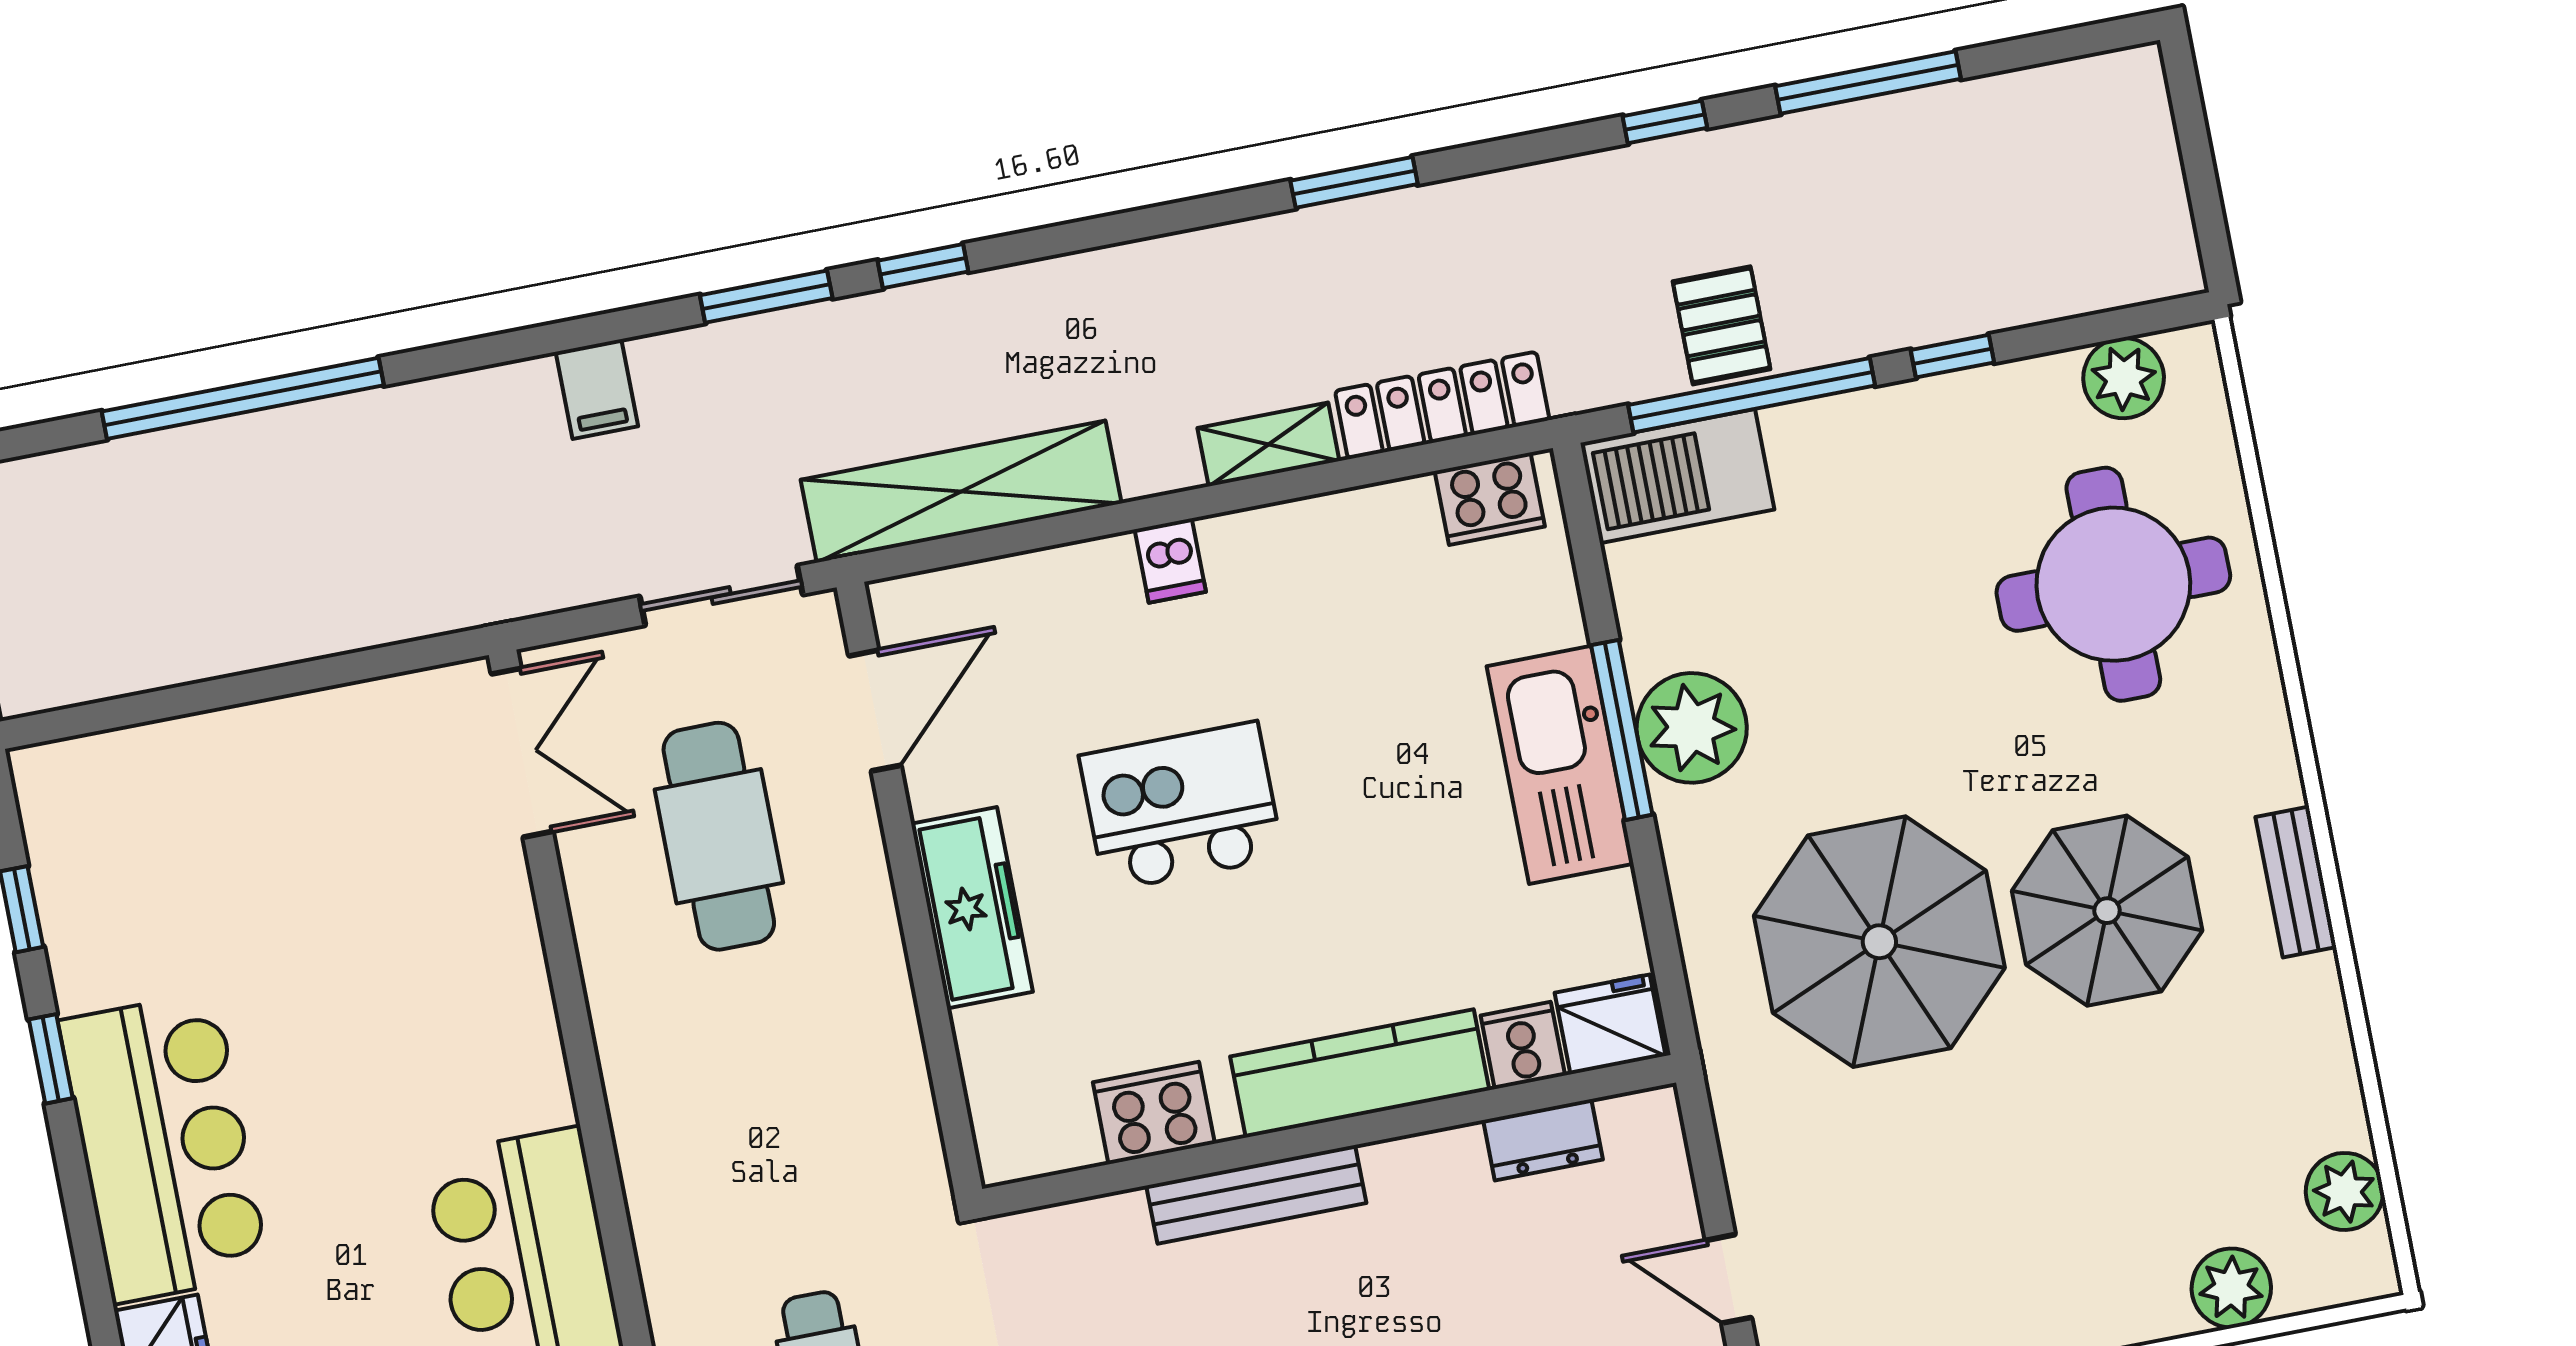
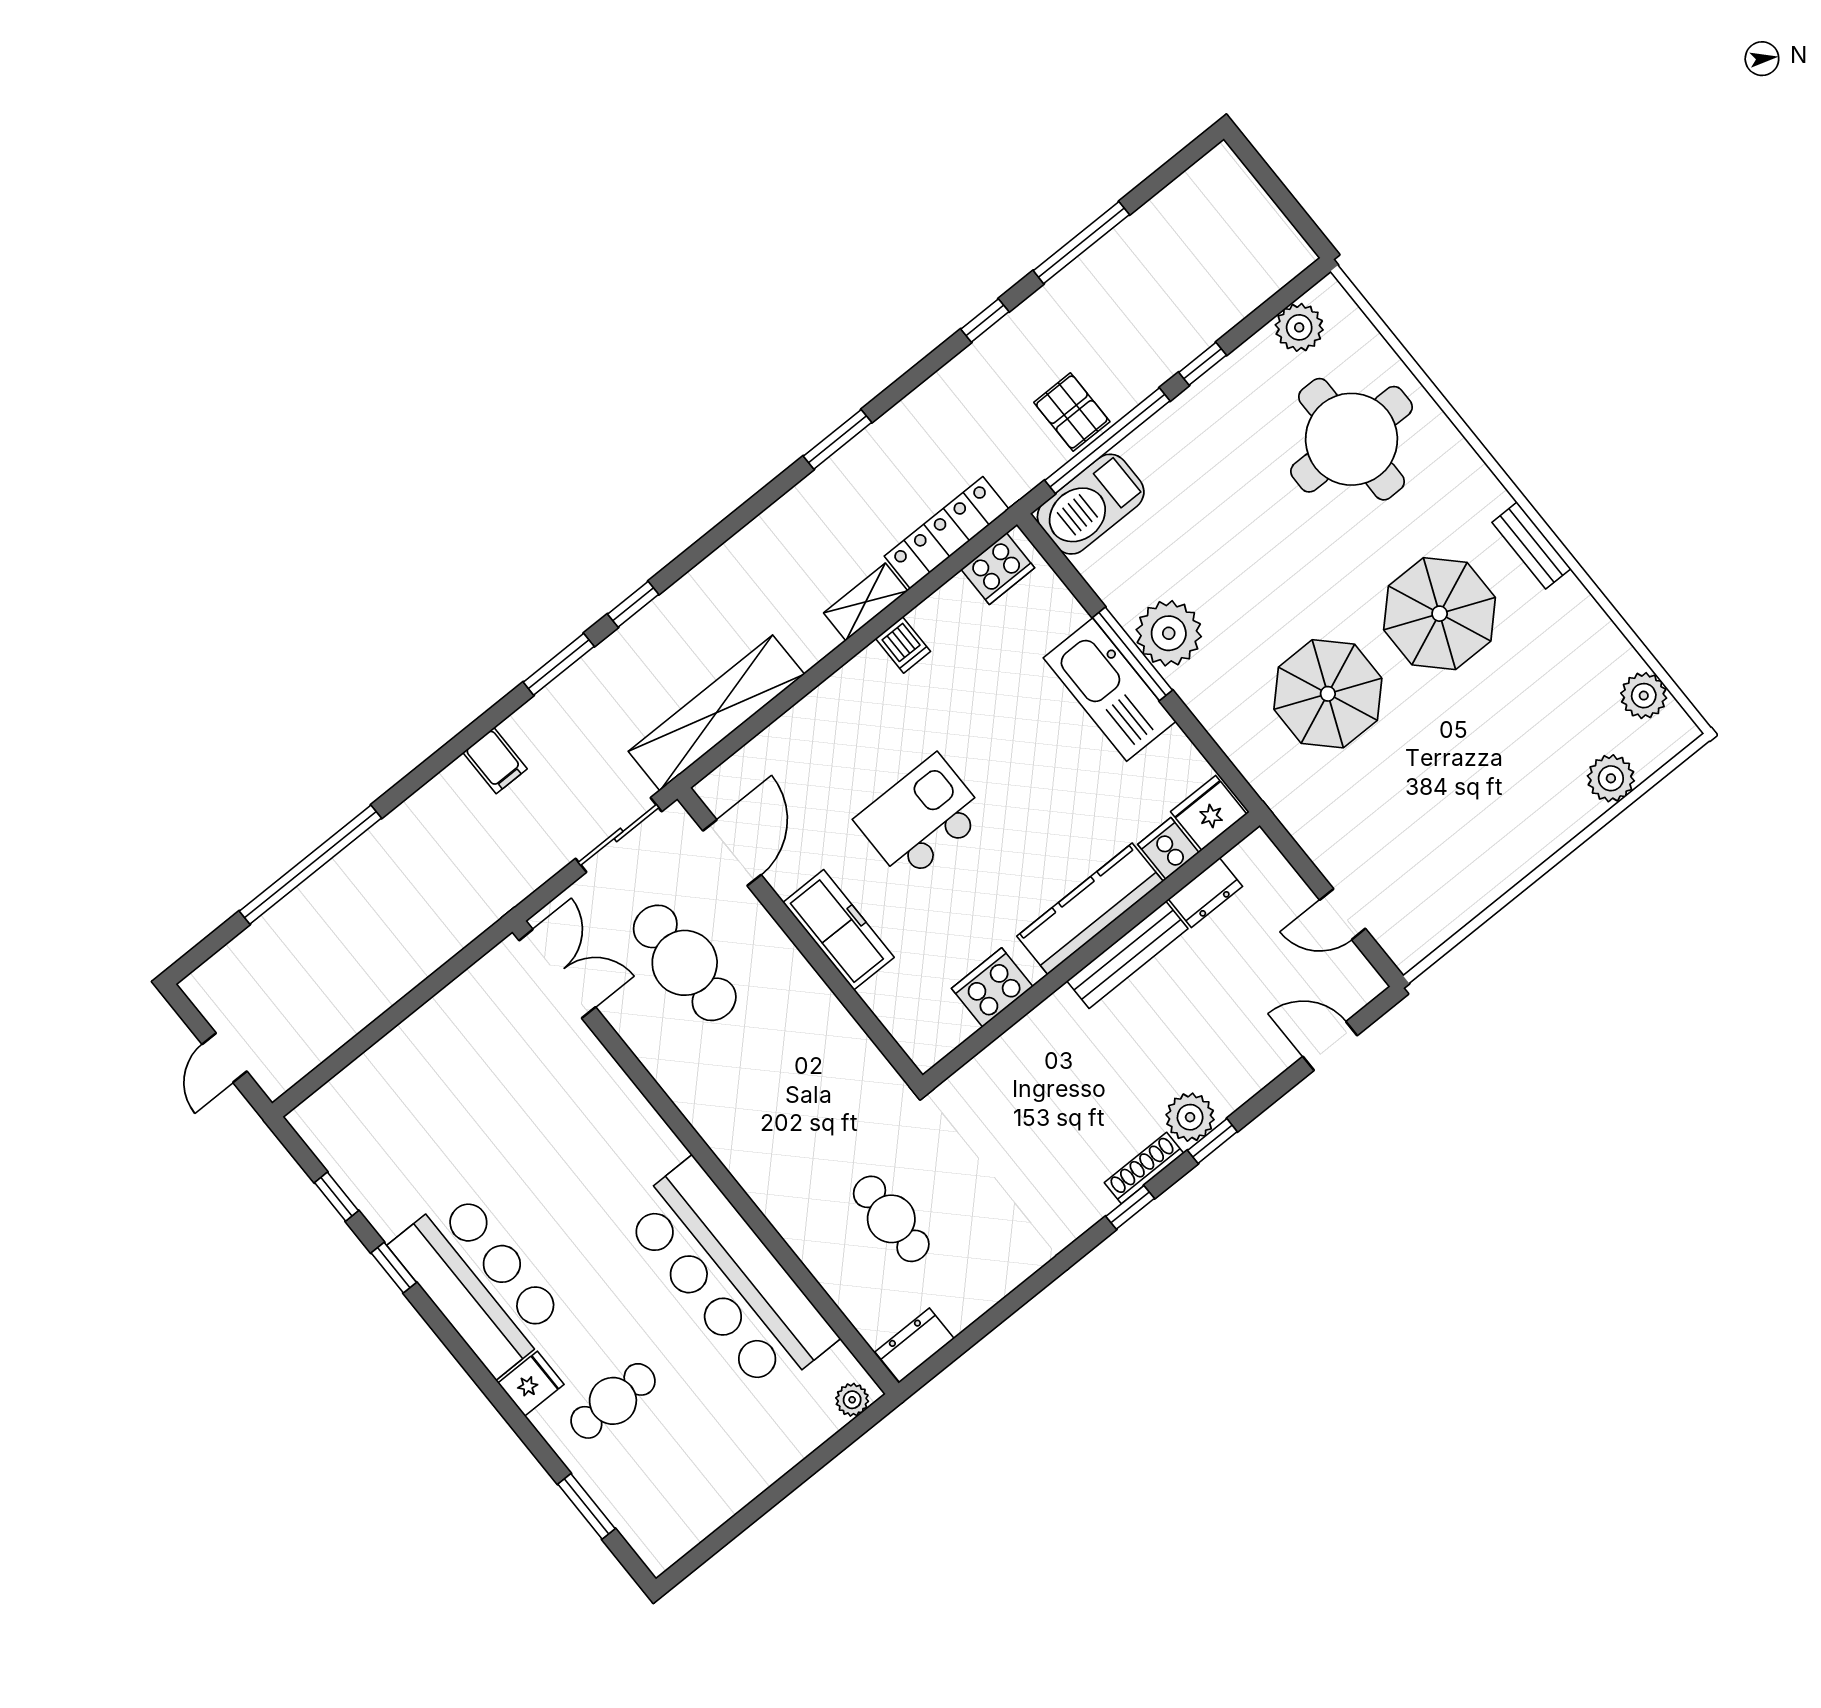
dishwasher: (1170, 561) -> (903, 645), moved
parasol: (1879, 942) -> (1328, 694), width x0.73, depth x0.73
bench: (1256, 1194) -> (1127, 955), moved

